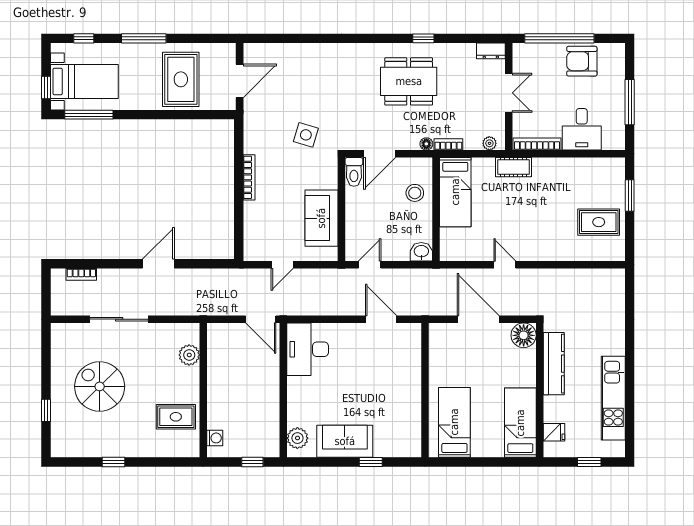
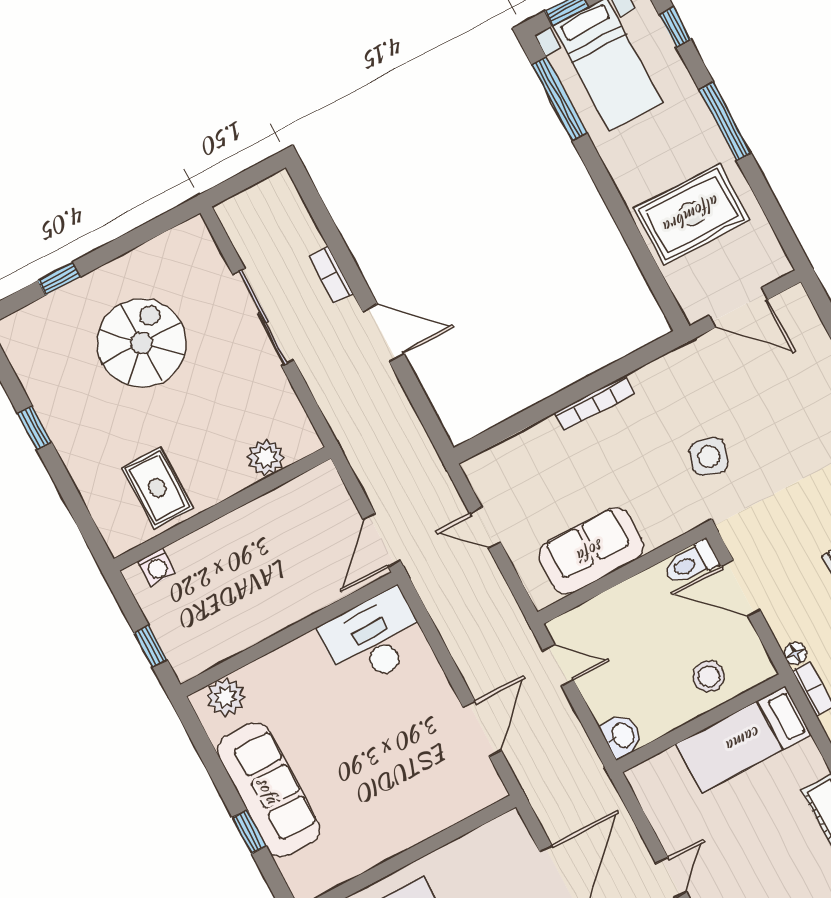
bookcase: (81, 274) -> (331, 275), moved
sofa: (345, 441) -> (268, 790), width x1.36

